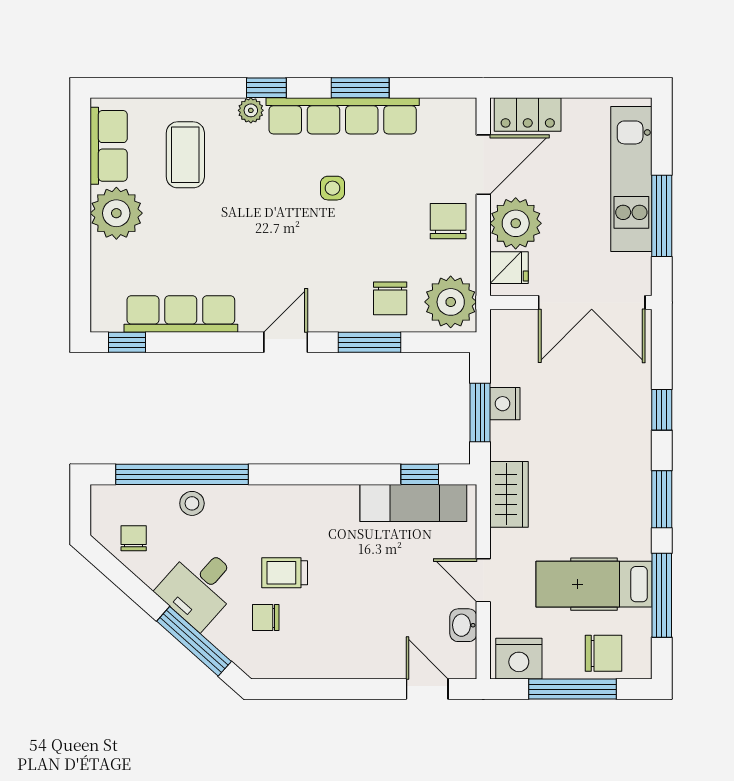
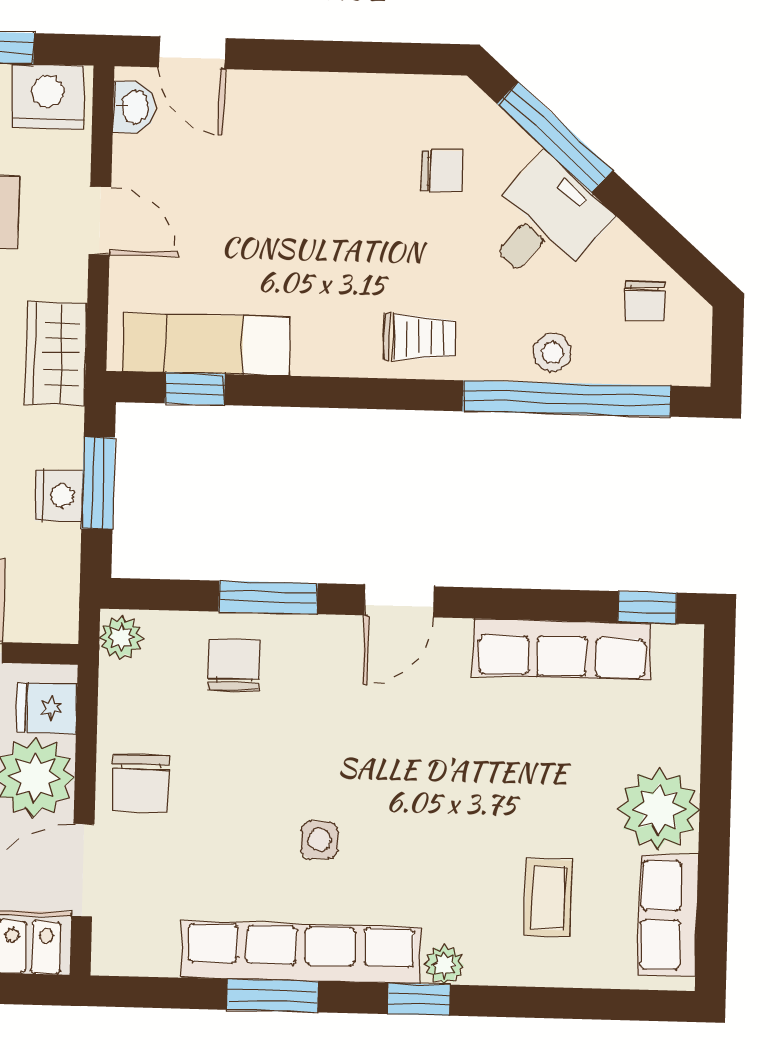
coffee table: (185, 155) -> (548, 898), width x0.73, depth x0.77
plant: (451, 302) -> (121, 638), width x0.53, depth x0.53
trolley: (285, 573) -> (420, 338), moved
washbasin: (463, 625) -> (134, 107), moved

